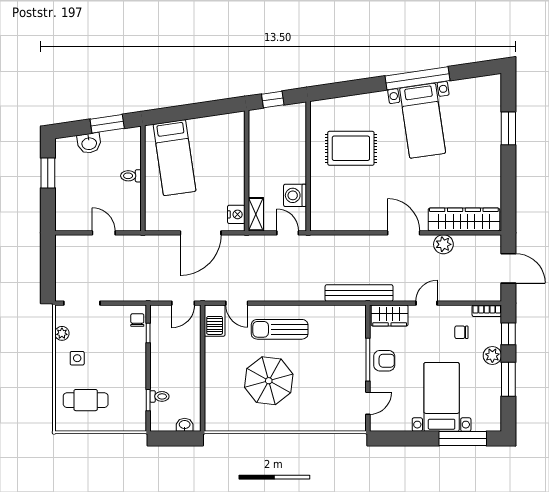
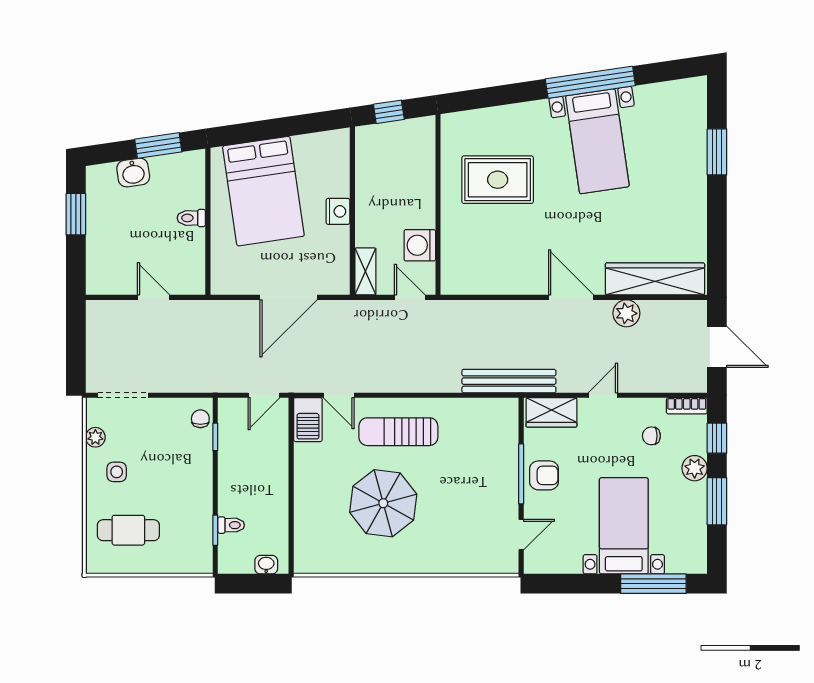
bed: (175, 158) -> (263, 191), width x1.50
nightstand: (236, 214) -> (338, 211), moved

